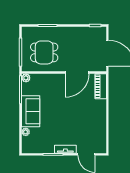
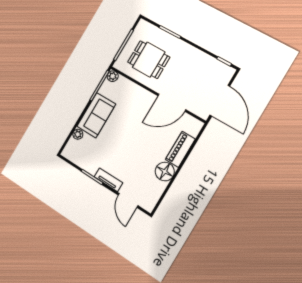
piano: (101, 86) -> (180, 149), moved
floor lamp: (99, 121) -> (165, 172), added

